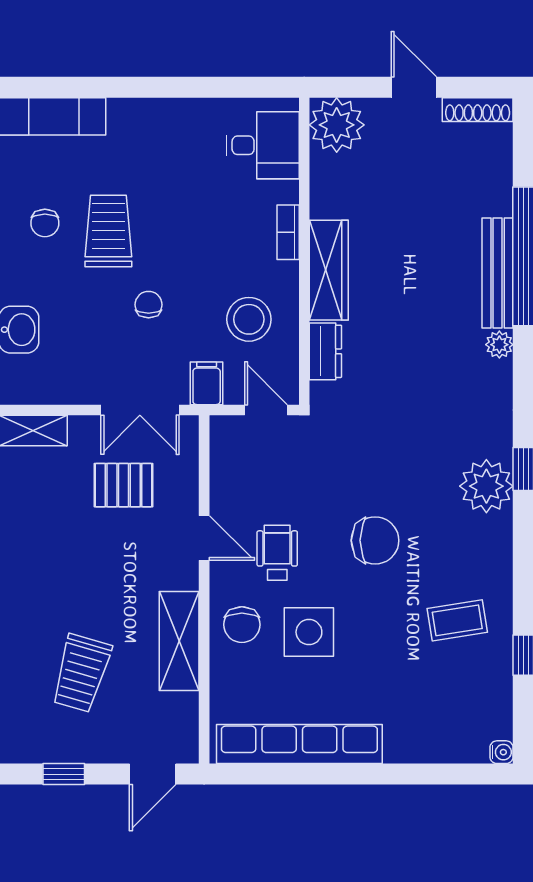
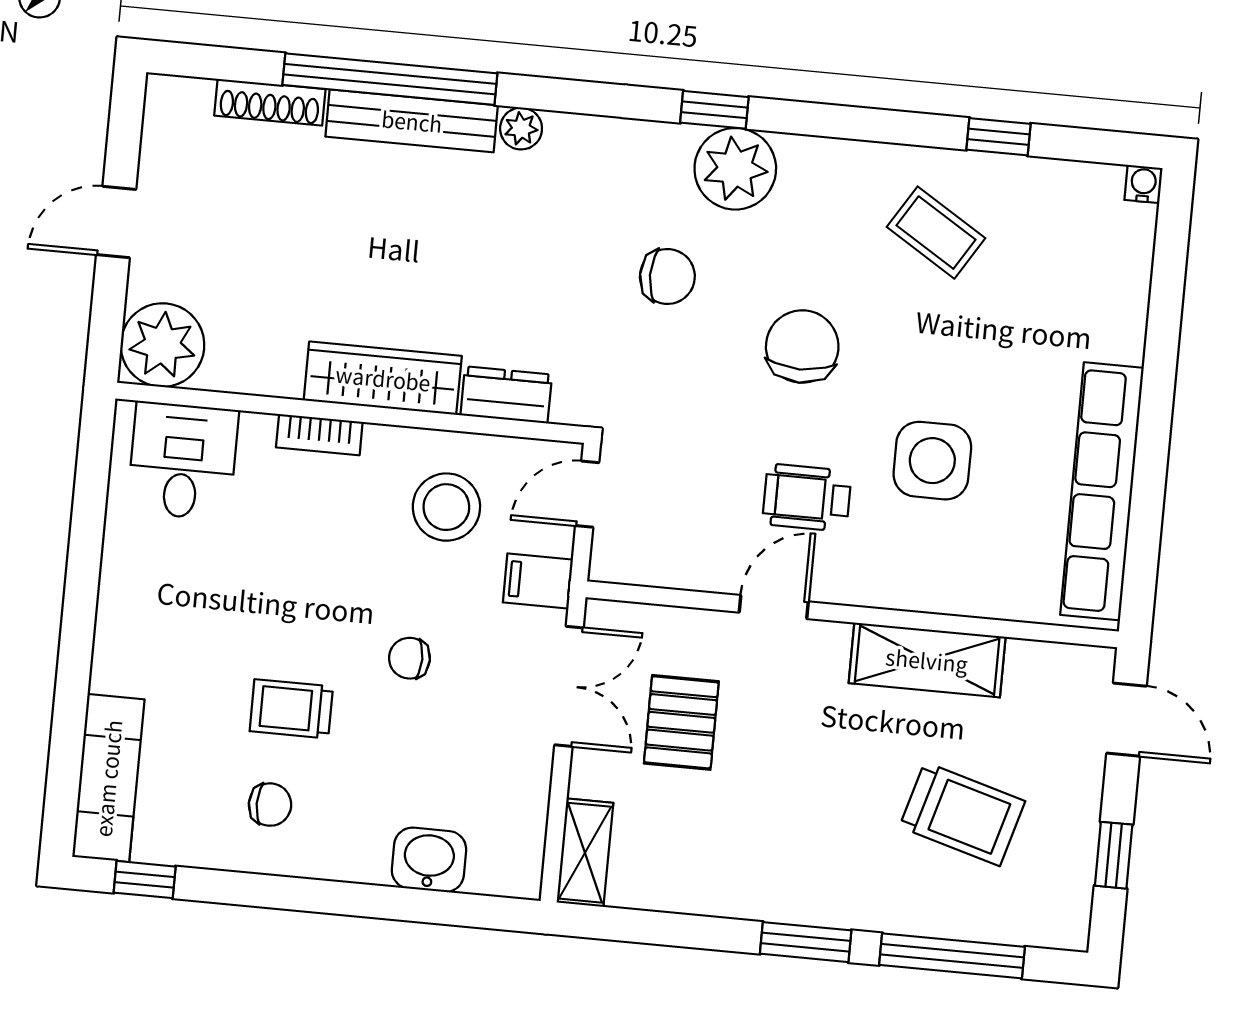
shoe rack: (478, 110) -> (270, 102), moved, turned 90
trolley: (108, 231) -> (291, 709), width x0.73, depth x0.72
coffee table: (457, 620) -> (936, 233), turned -49
chair: (242, 625) -> (667, 276), moved

